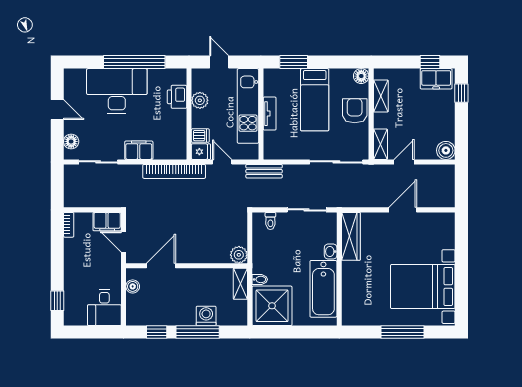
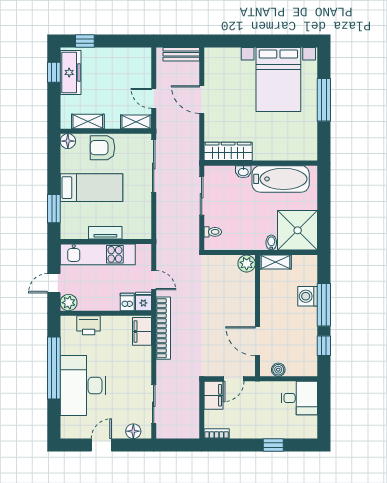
freezer: (436, 79) -> (71, 72), width x1.40
plant: (200, 100) -> (69, 303), moved
filing cabinet: (139, 150) -> (142, 331), moved
boiler: (446, 150) -> (142, 56), removed
door: (222, 162) -> (154, 280), swing flipped
bench: (264, 171) -> (181, 54), moved, turned 90
window: (57, 301) -> (273, 445), moved

